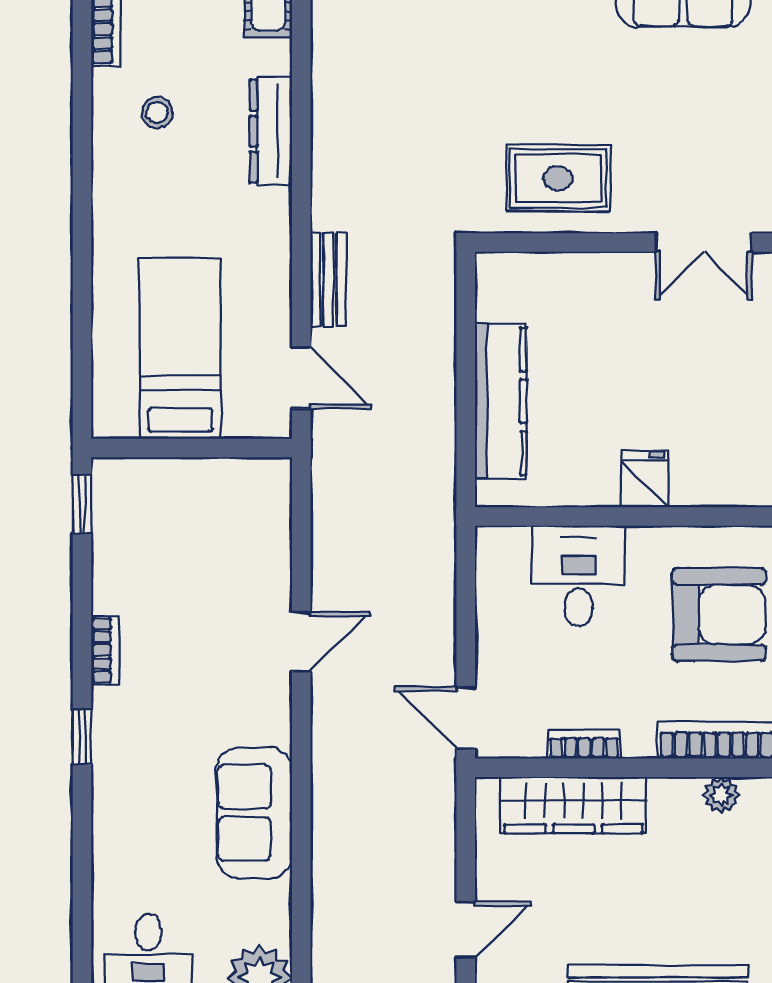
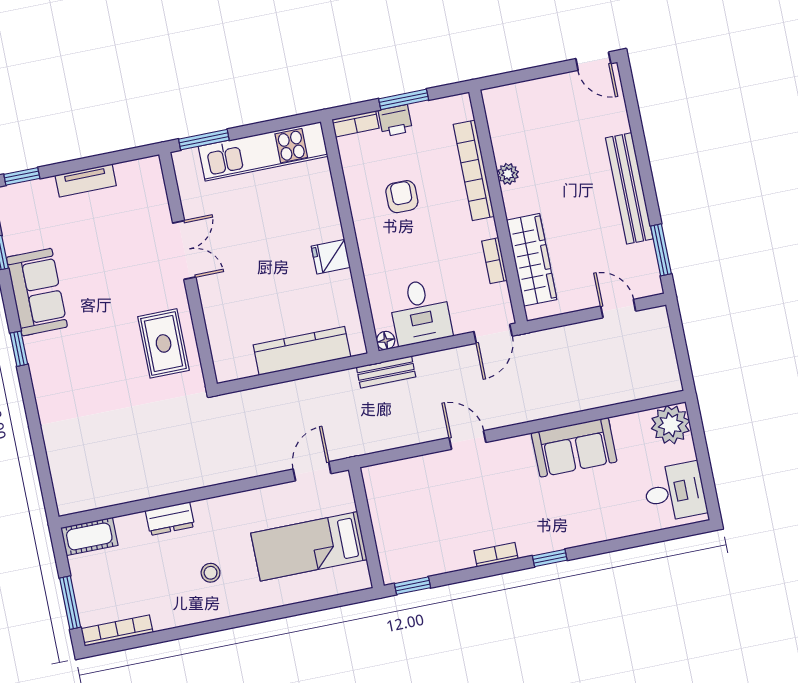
stool: (157, 112) -> (211, 573), moved
dresser: (271, 131) -> (170, 519), width x0.70
bench: (328, 280) -> (386, 372), moved
floor lamp: (490, 541) -> (386, 341), added
desk: (578, 576) -> (420, 312), moved, turned -90
armchair: (719, 615) -> (402, 197), width x0.53, depth x0.53

